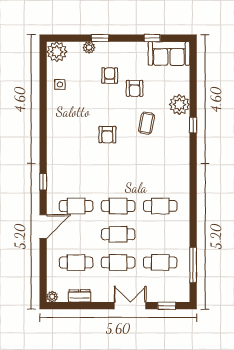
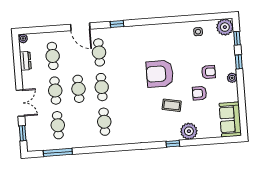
window: (152, 38) -> (237, 38), moved
plant: (89, 47) -> (232, 78), moved
armchair: (107, 135) -> (160, 74), width x1.88, depth x1.88

